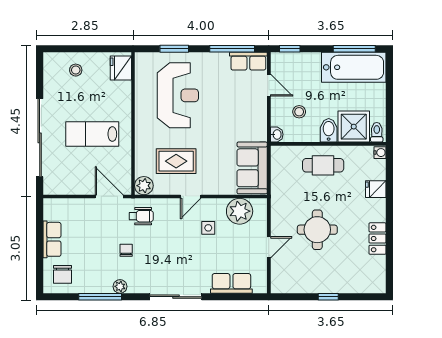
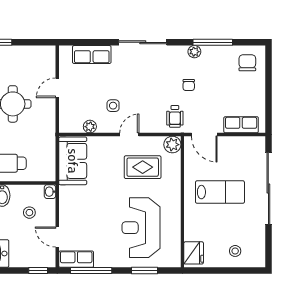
plant: (240, 211) -> (90, 127), width x0.53, depth x0.53
wheelchair: (141, 216) -> (175, 116), turned -90
row of seats: (52, 239) -> (241, 125), moved, turned 90

